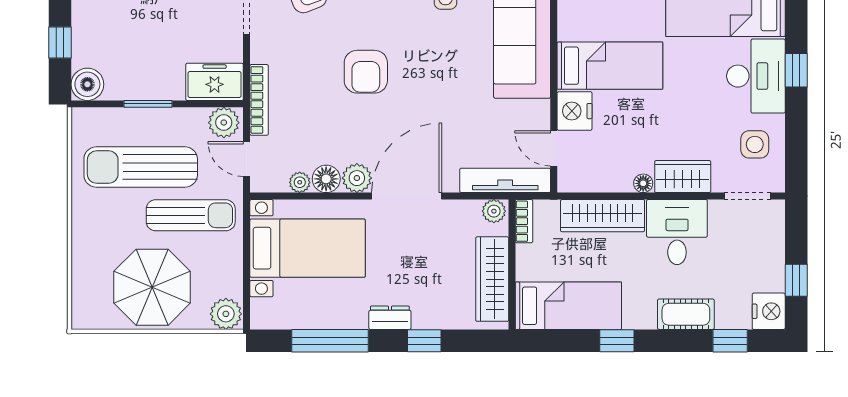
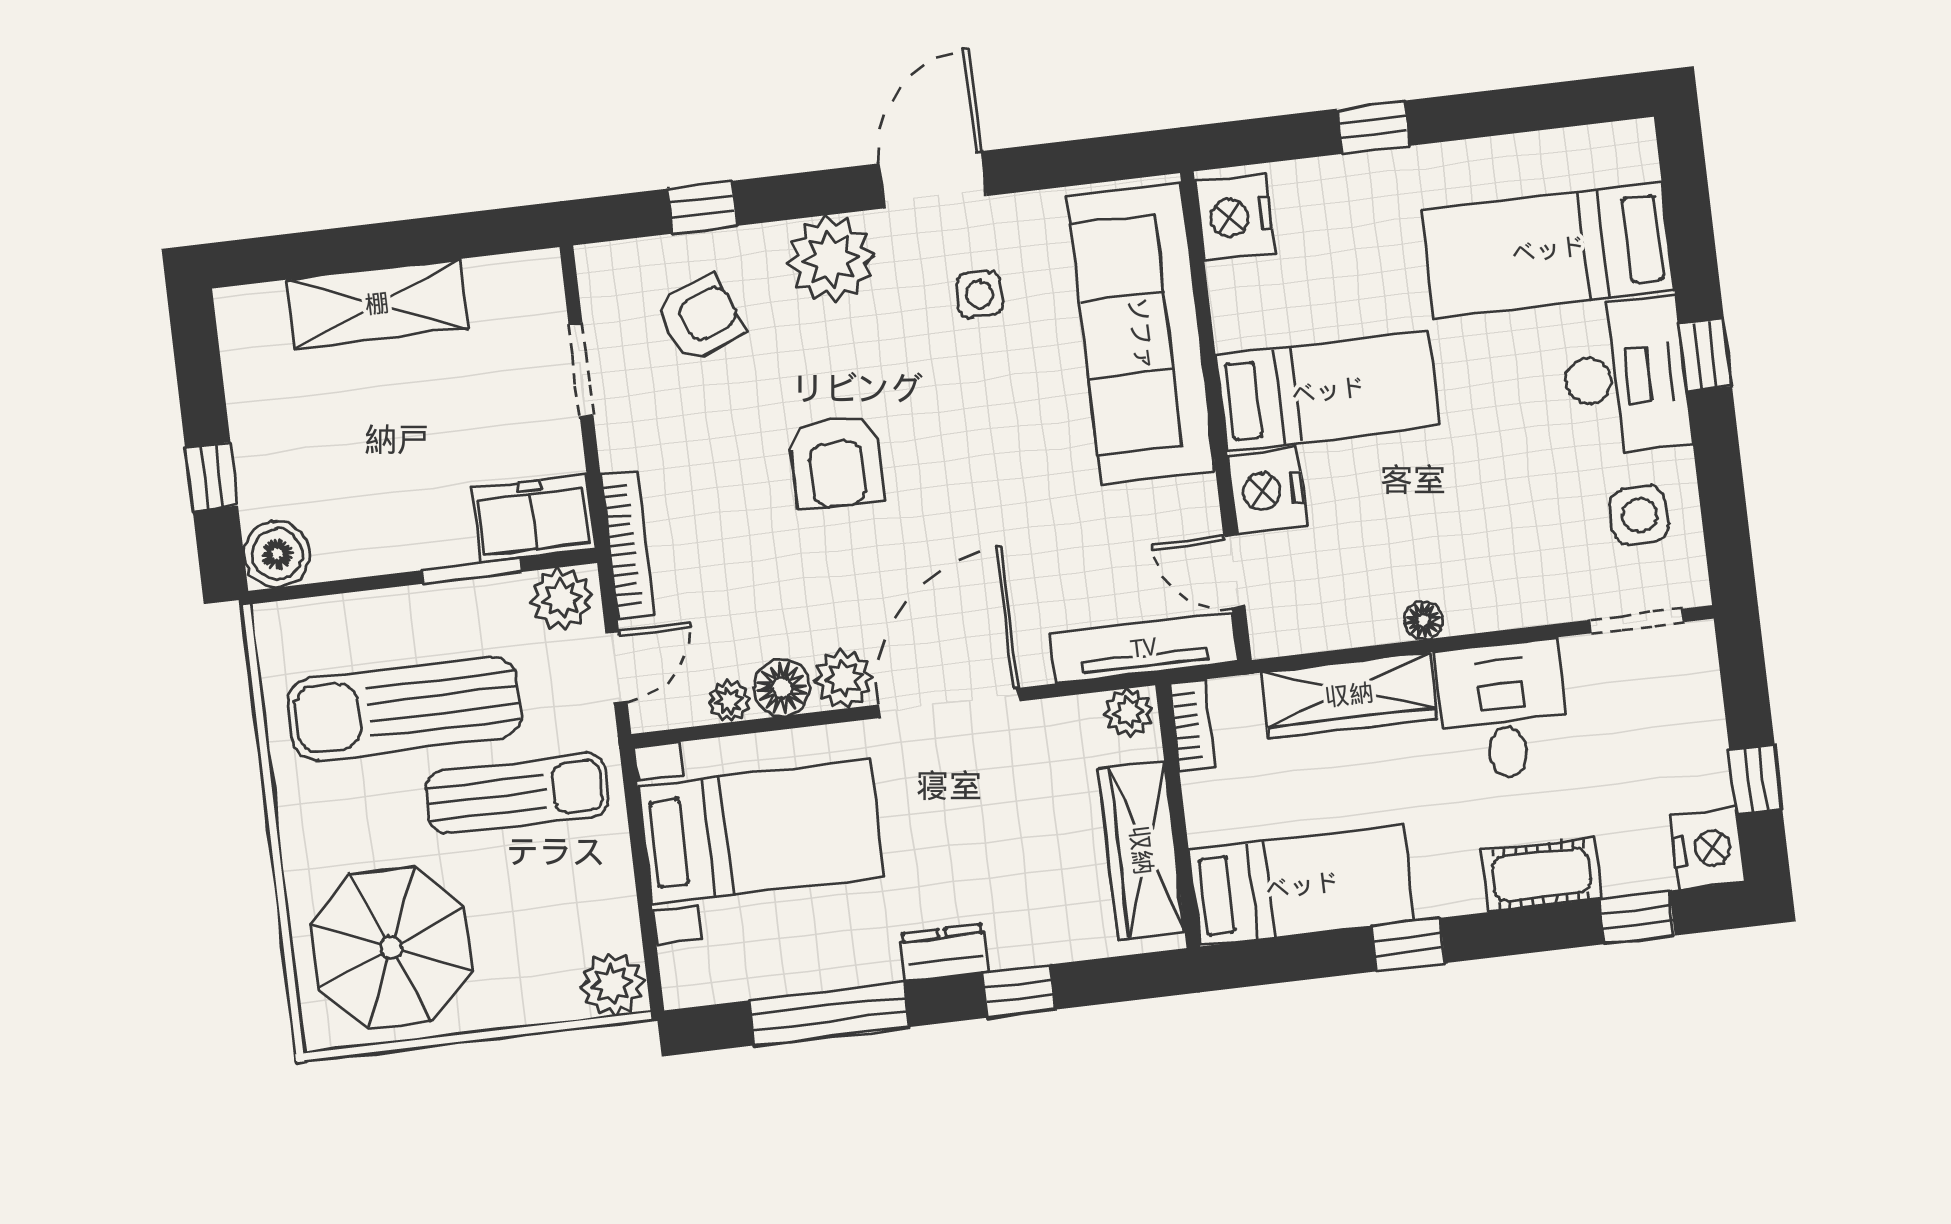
window: (148, 104) -> (472, 571), moved
door: (247, 159) -> (616, 667), swing flipped
wardrobe: (683, 177) -> (1502, 597), removed
parasol: (152, 287) -> (391, 948), moved

